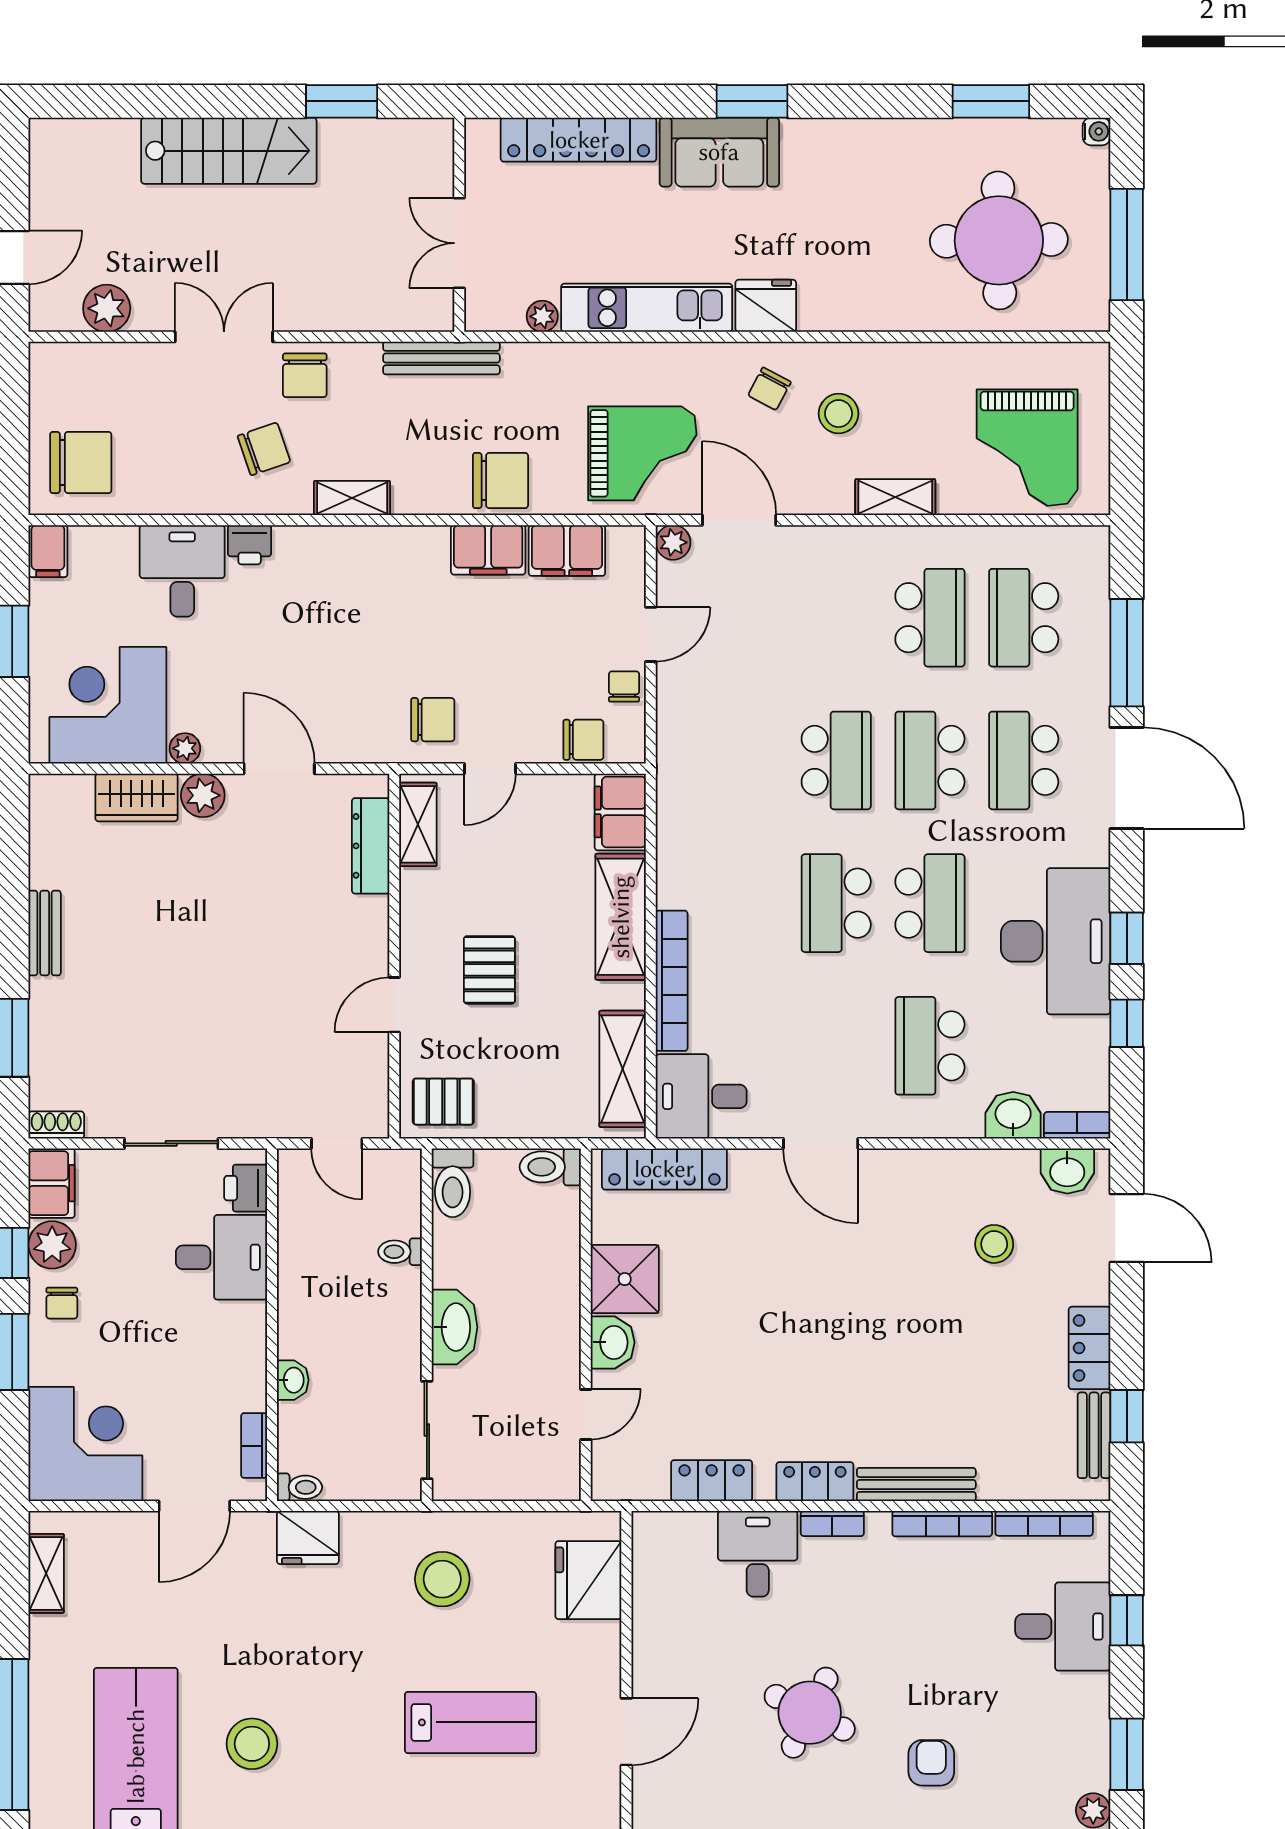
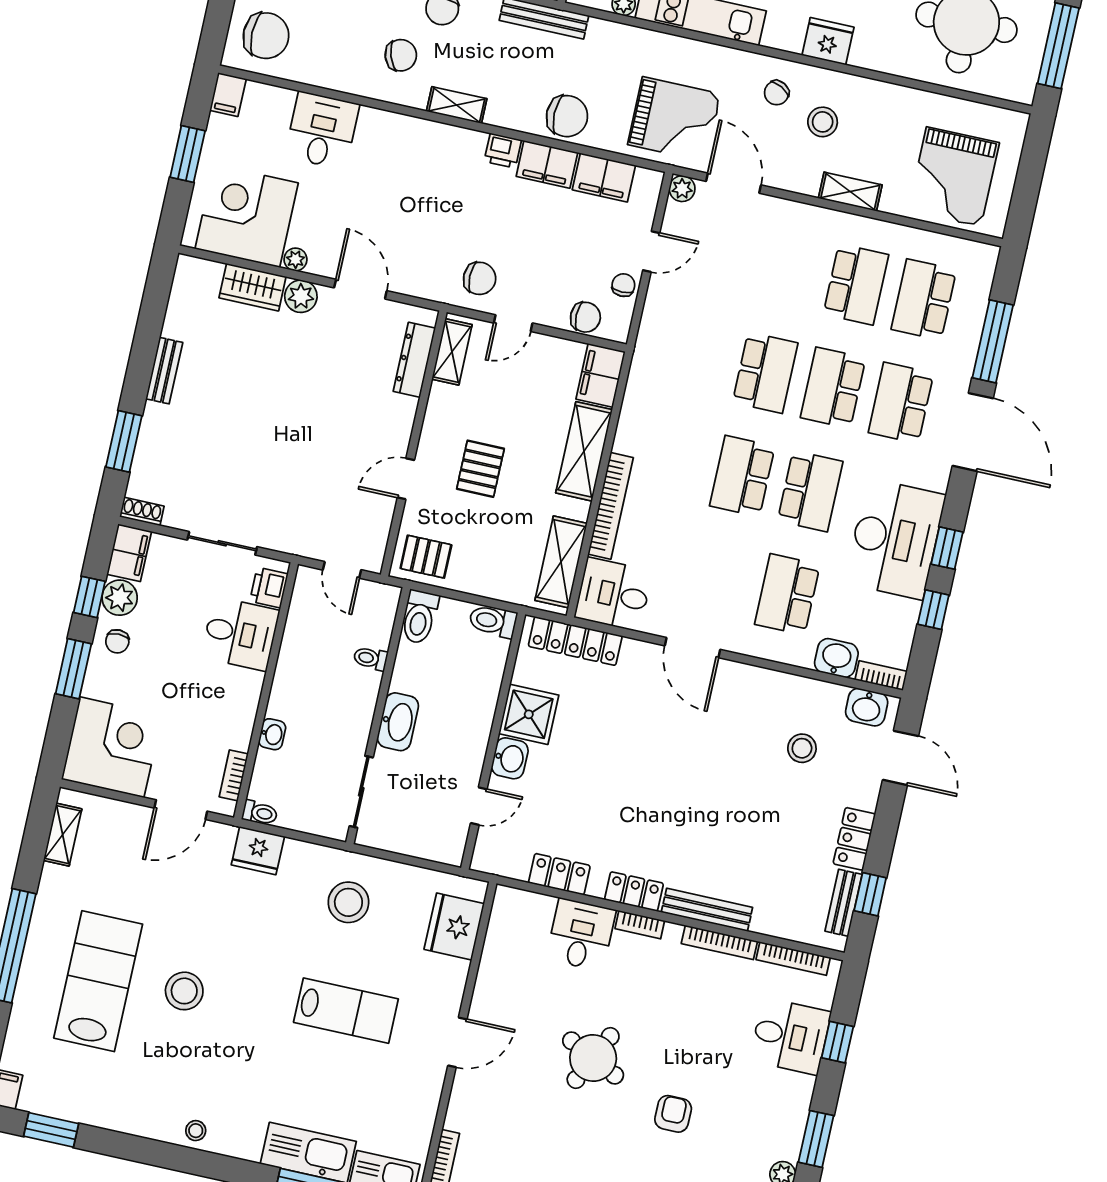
fridge: (766, 306) -> (828, 41), moved
printer: (250, 545) -> (503, 151), moved

